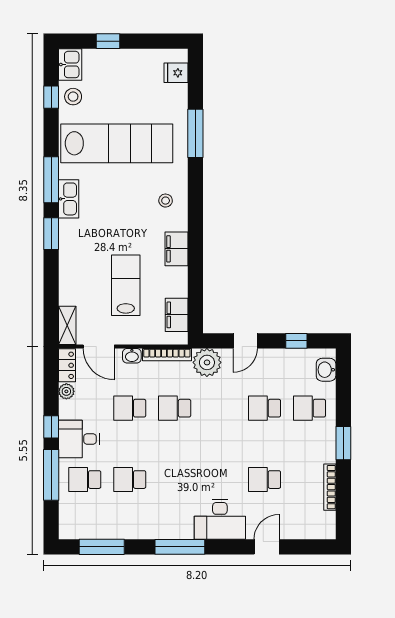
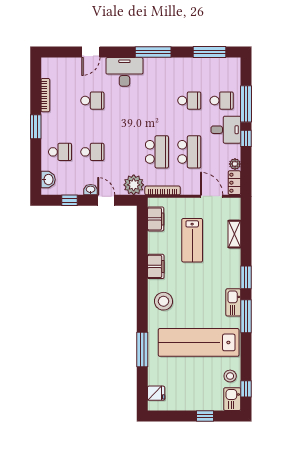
window: (51, 97) -> (246, 389), moved
stool: (166, 201) -> (163, 301), width x1.89, depth x1.89
shelving: (67, 325) -> (234, 234), moved
door: (245, 341) -> (106, 200), hinge flipped
washbasin: (132, 356) -> (91, 190), moved
school desk: (130, 408) -> (189, 152), width x1.85
school desk: (175, 408) -> (157, 152), width x1.85

